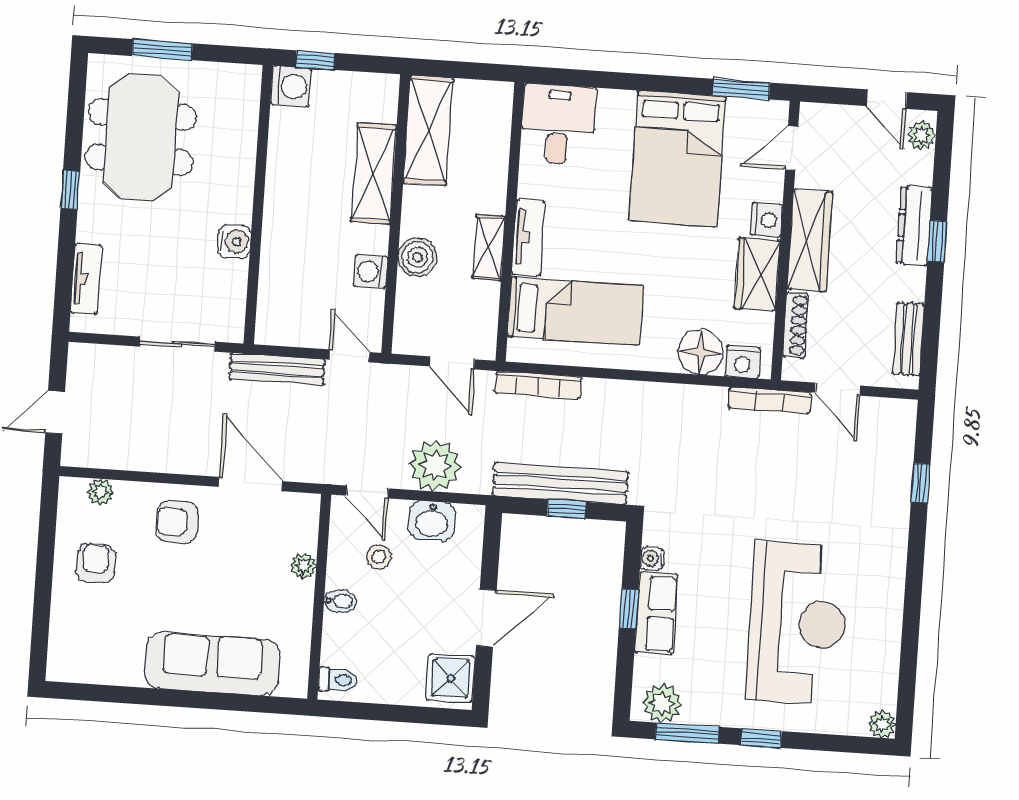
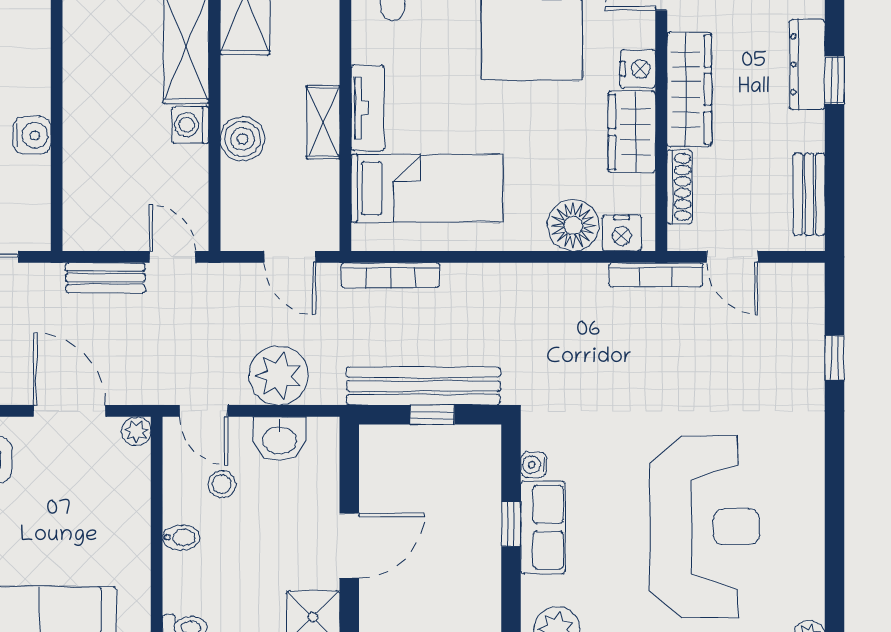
washing machine: (371, 271) -> (190, 125), moved
bench: (277, 369) -> (105, 278), width x0.73
plant: (303, 566) -> (136, 431), moved

